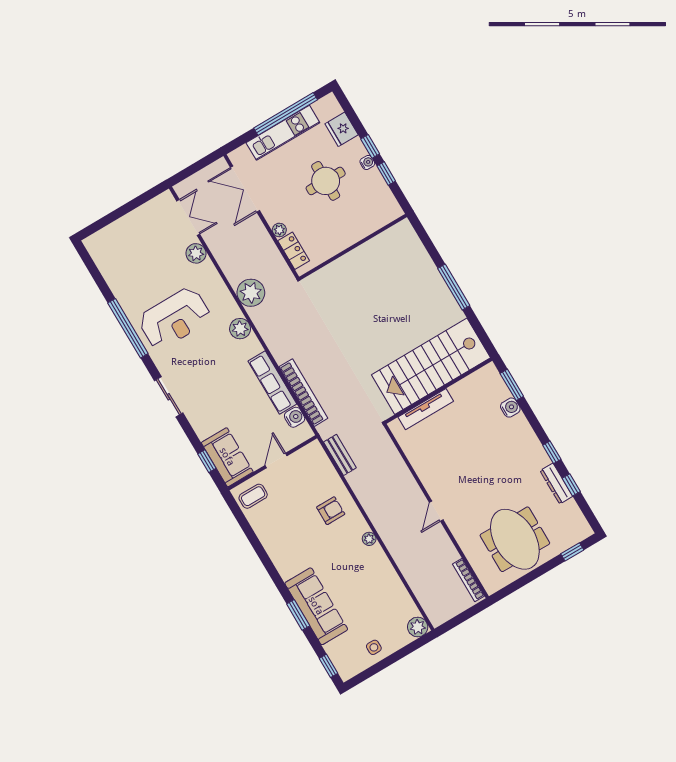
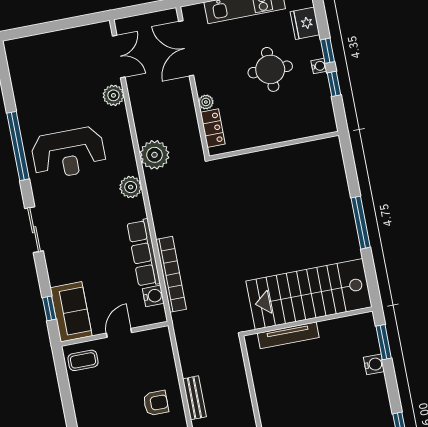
bench: (340, 455) -> (194, 398), moved

